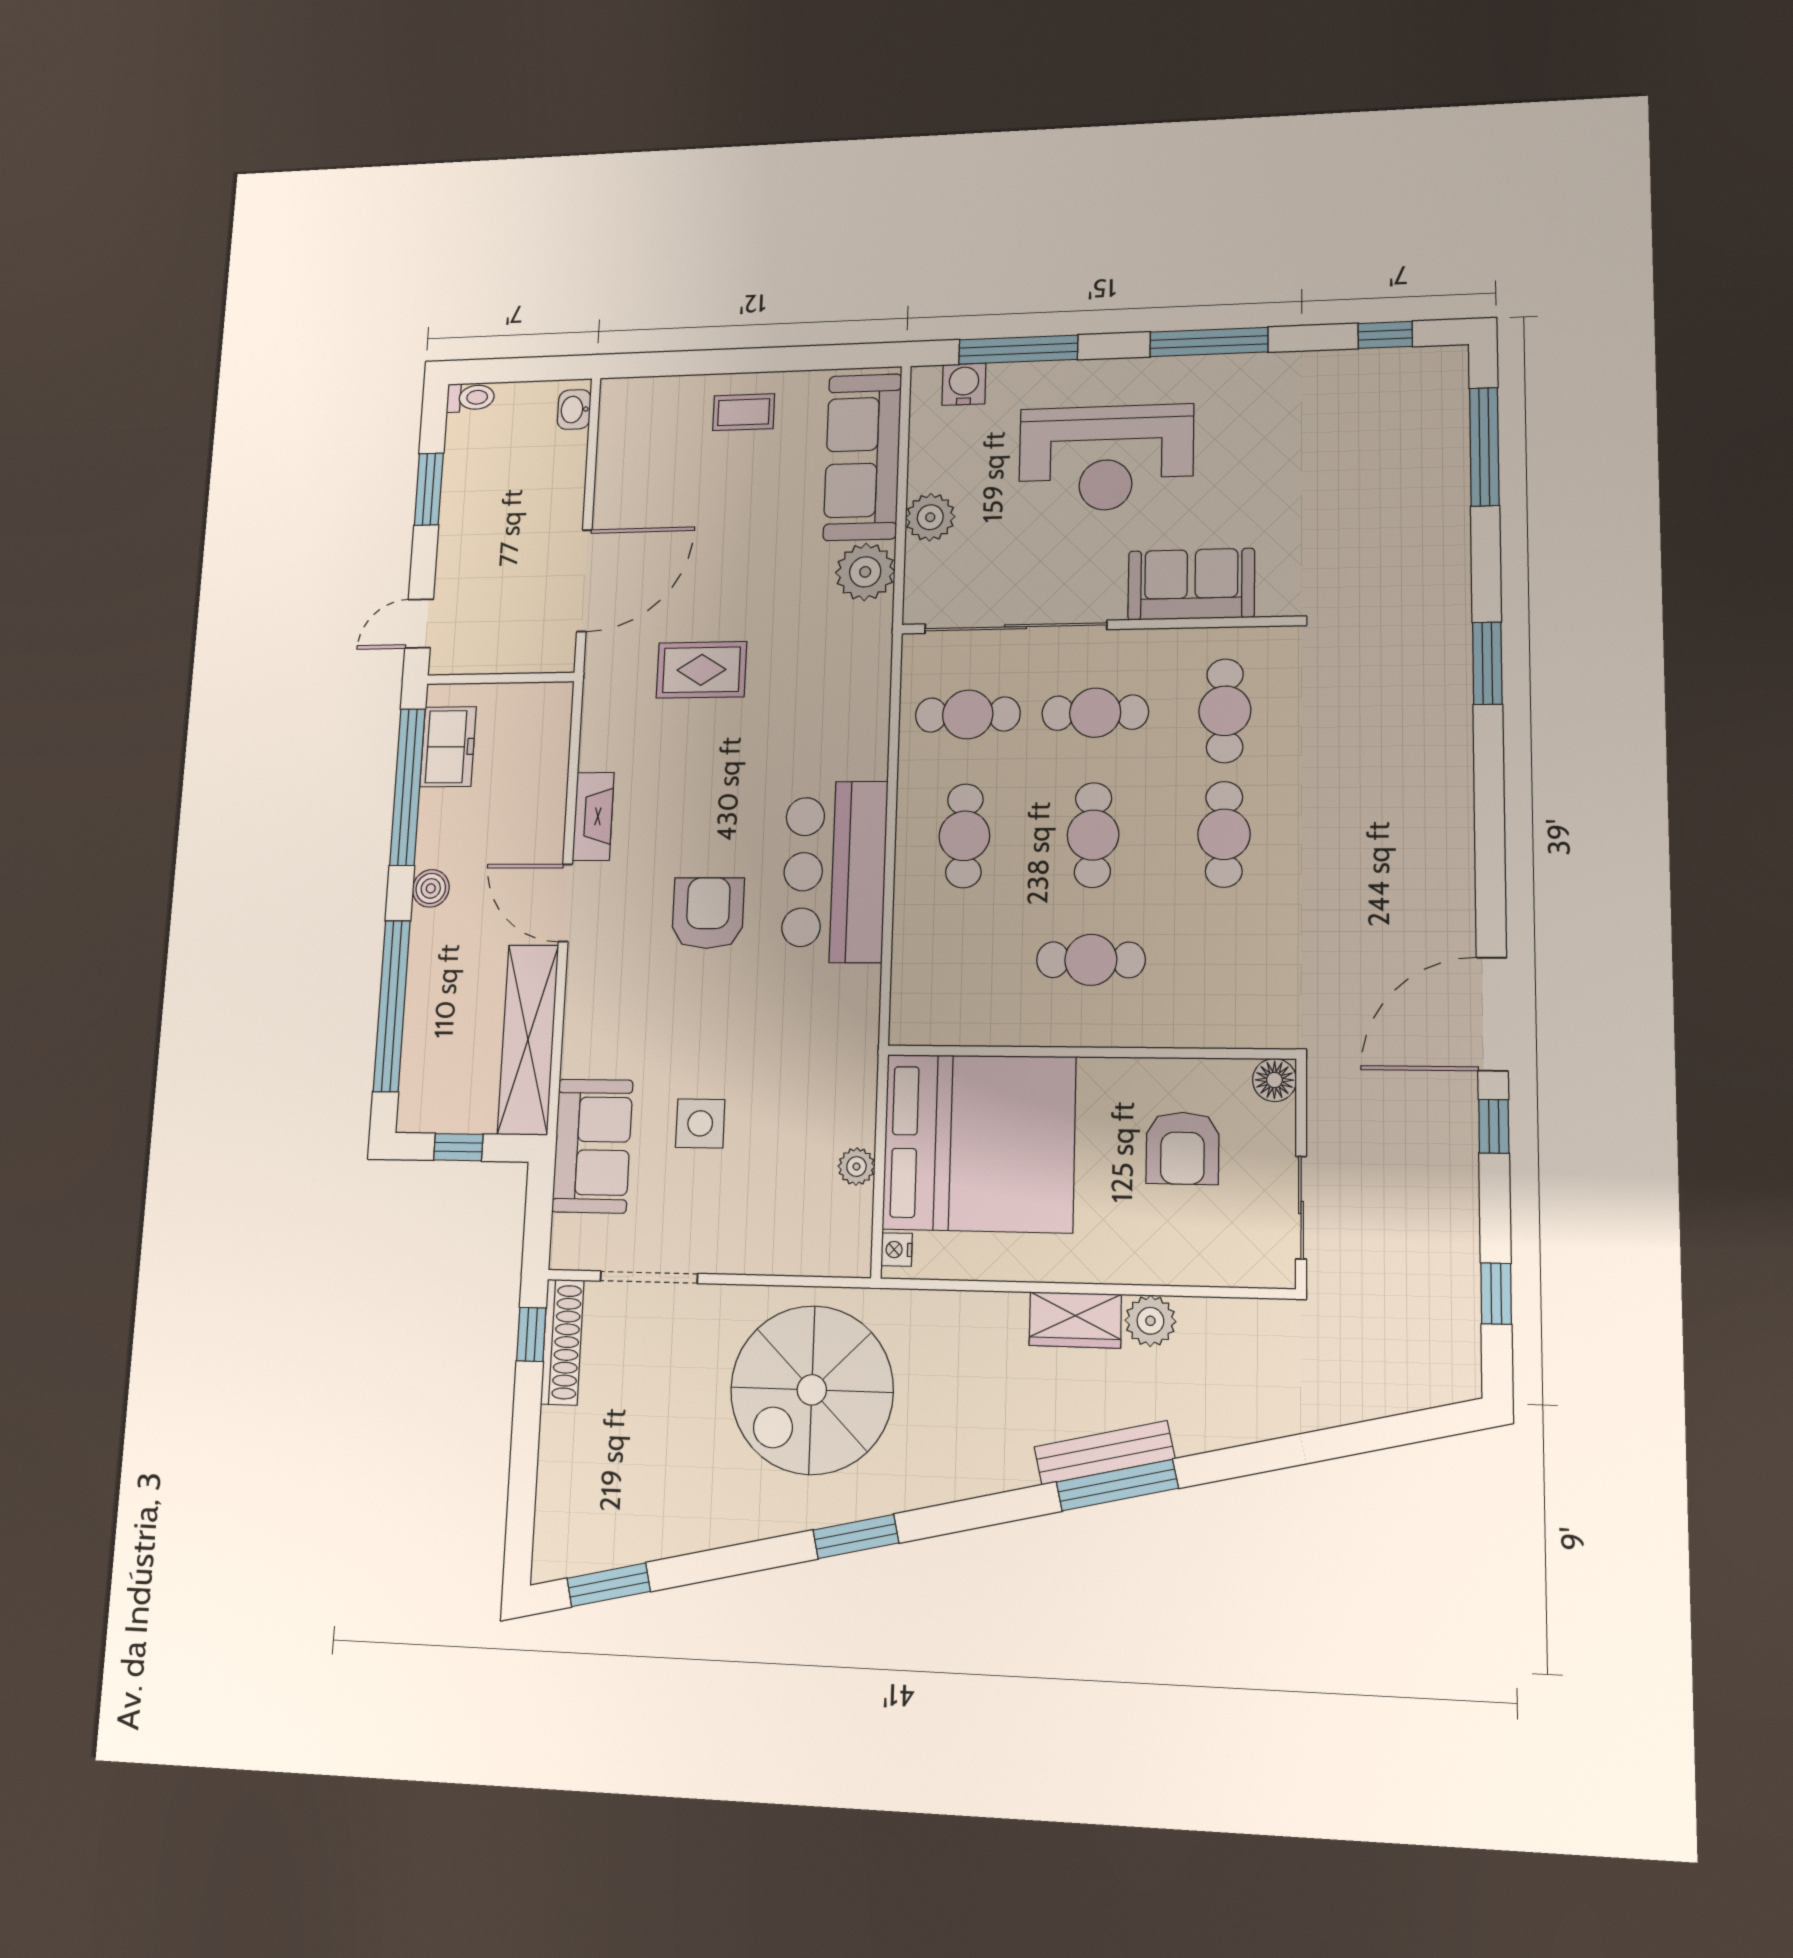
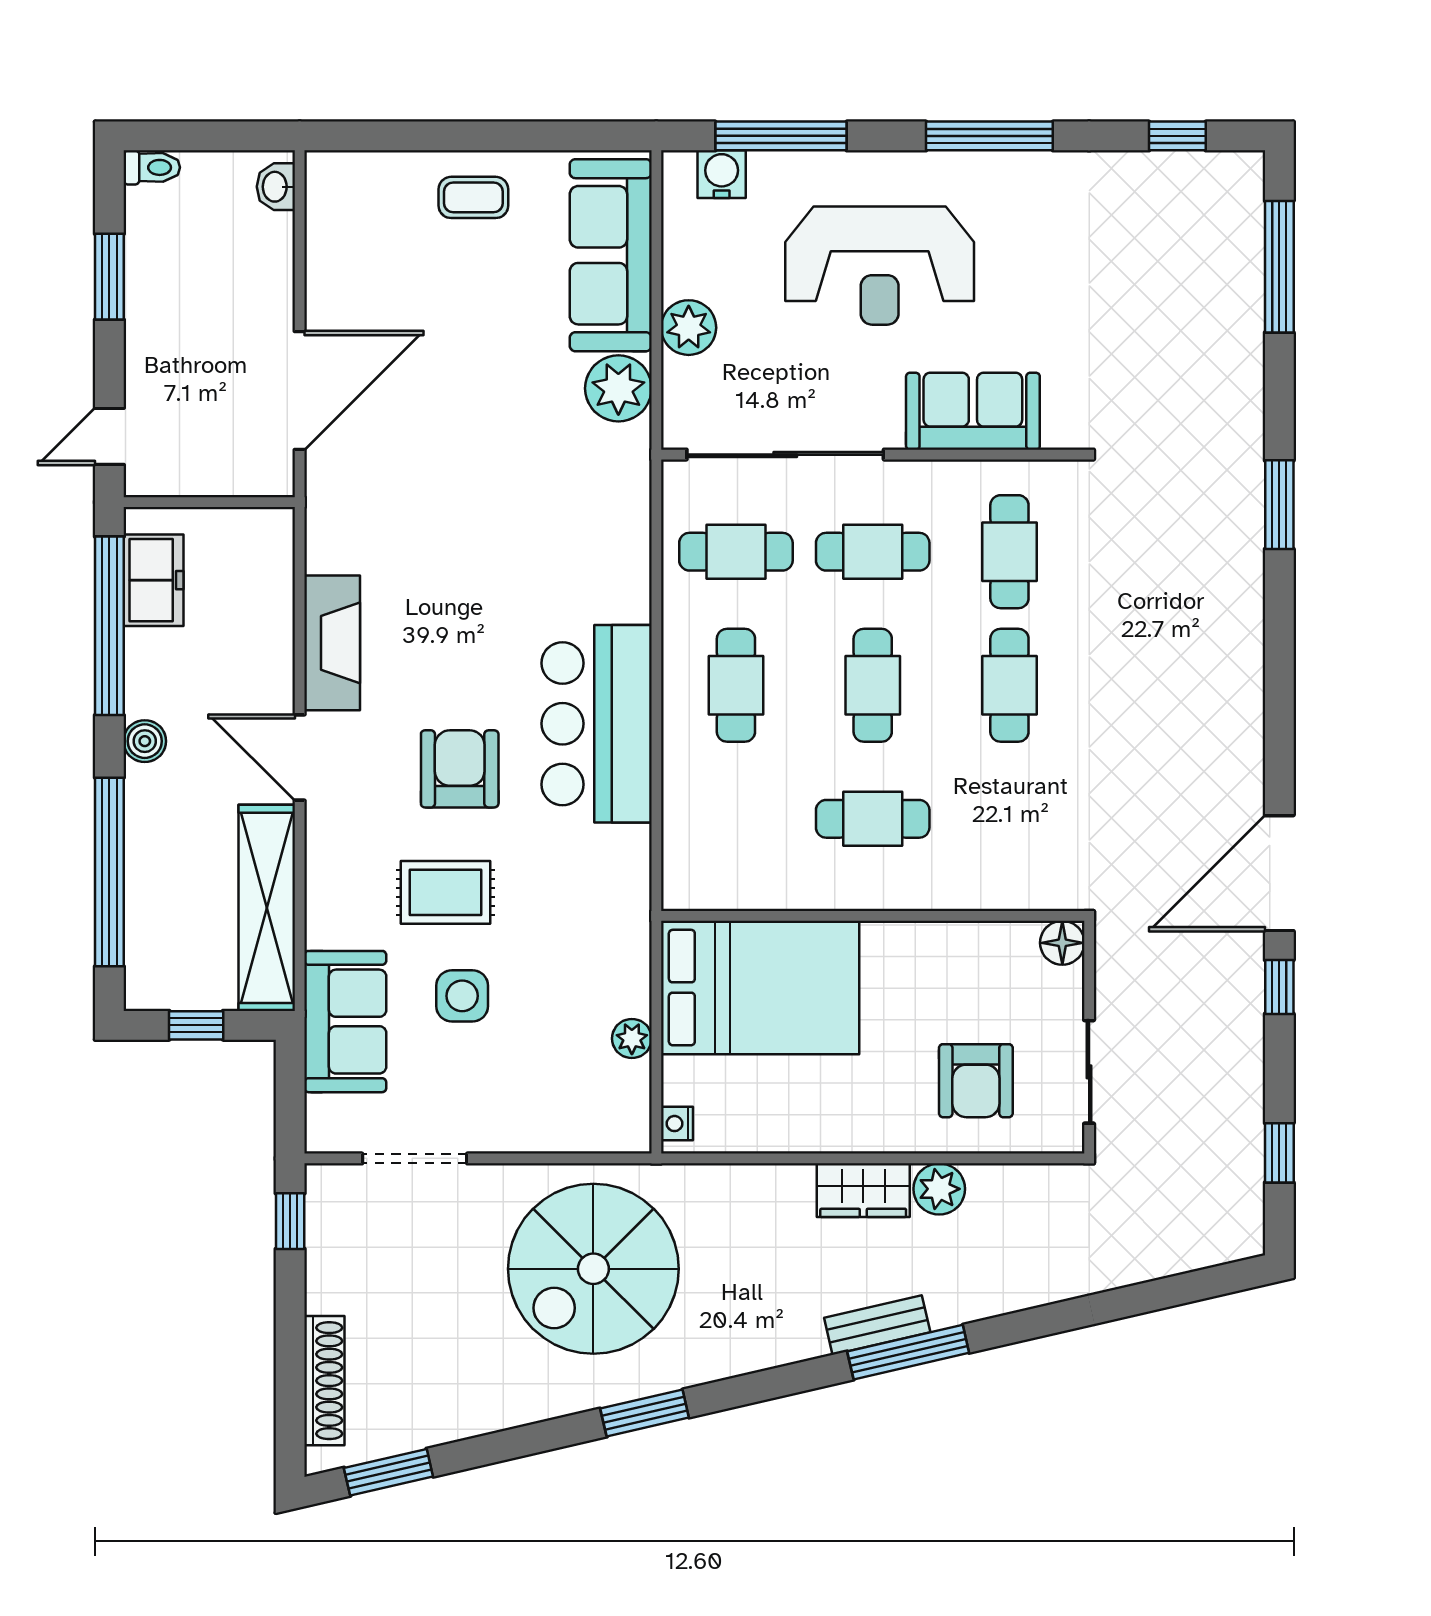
rug: (701, 670) -> (446, 892), moved
fireplace: (593, 816) -> (332, 643), width x1.37, depth x1.32
bed: (979, 1143) -> (760, 988), width x0.73
armchair: (1182, 1148) -> (976, 1081), moved
shoe rack: (562, 1342) -> (324, 1381), moved
bench: (1104, 1453) -> (877, 1325), width x0.73

